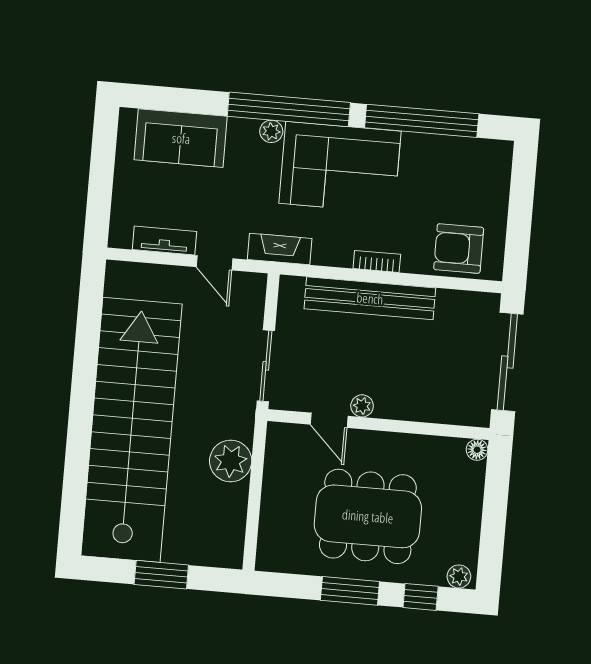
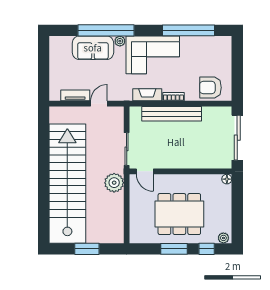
window: (289, 109) -> (106, 30), moved
sofa: (181, 138) -> (93, 48), moved
fireplace: (280, 249) -> (147, 95), moved
door: (214, 263) -> (99, 104), swing flipped
plant: (362, 406) -> (172, 164), removed
door: (329, 420) -> (145, 171), moved
plant: (231, 461) -> (114, 183), moved

